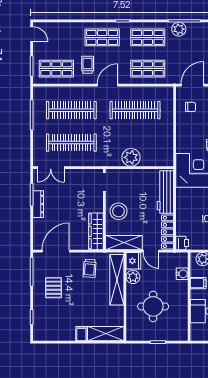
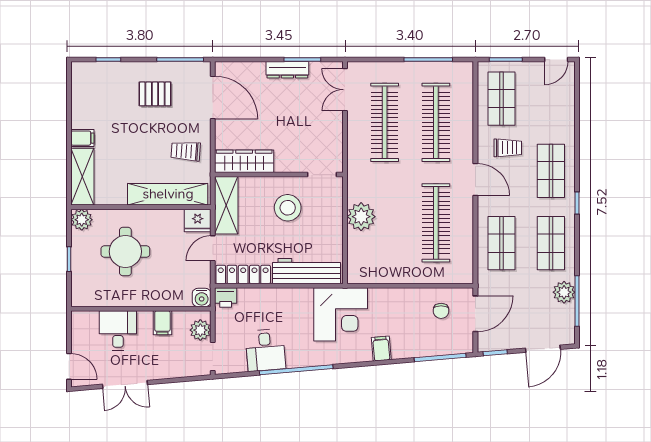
door: (192, 85) -> (475, 314), hinge flipped
stool: (119, 211) -> (288, 208), moved
water cooler: (182, 274) -> (202, 297), moved
plant: (133, 277) -> (82, 220), moved

